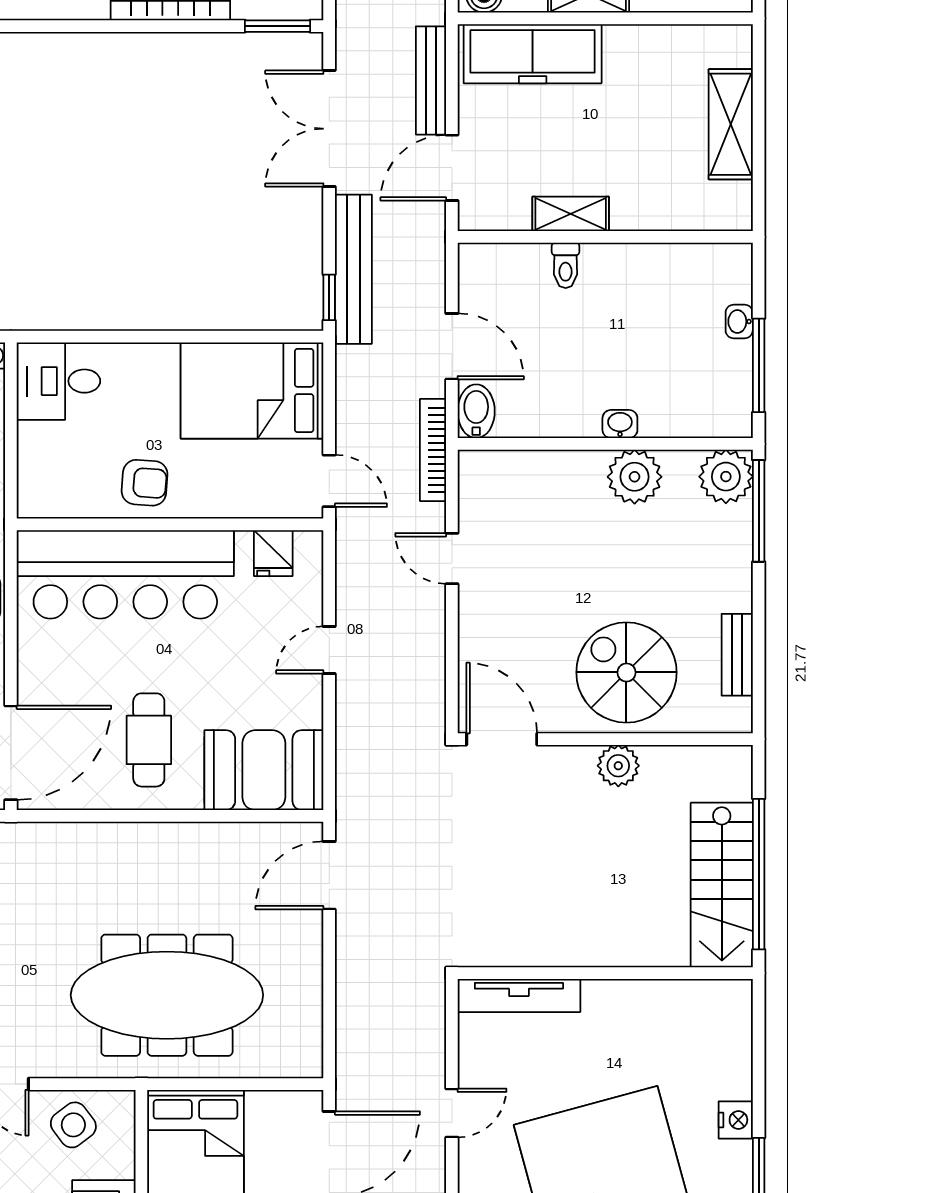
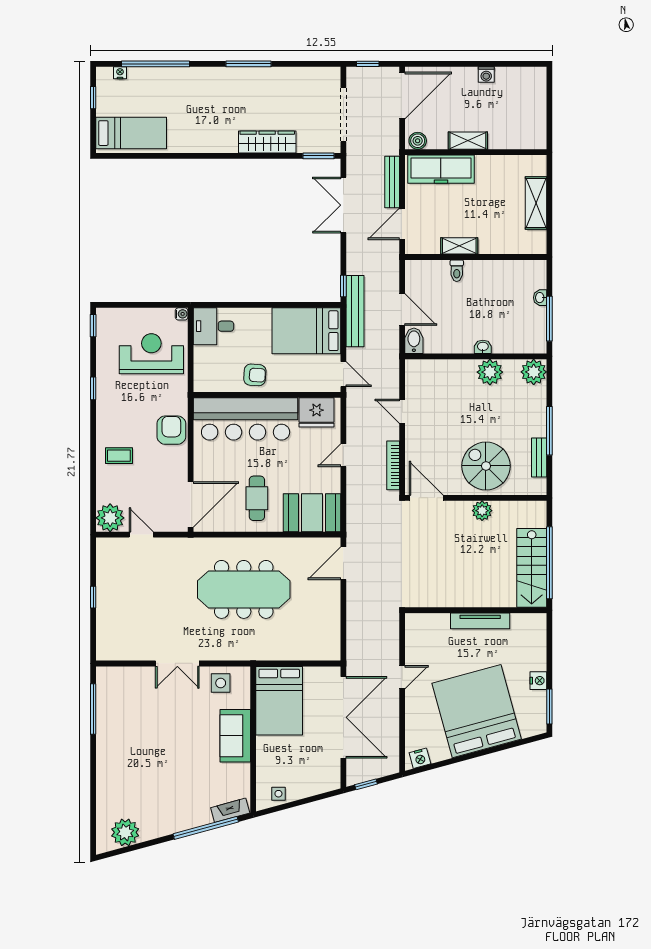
bench: (353, 269) -> (355, 311), moved
bookcase: (433, 450) -> (393, 465), moved
window: (759, 511) -> (549, 431), moved
fridge: (273, 553) -> (317, 412), width x1.88, depth x1.34
meeting table: (167, 995) -> (244, 589), moved
tv unit: (519, 995) -> (480, 621), moved
side table: (73, 1125) -> (221, 683), turned 37

